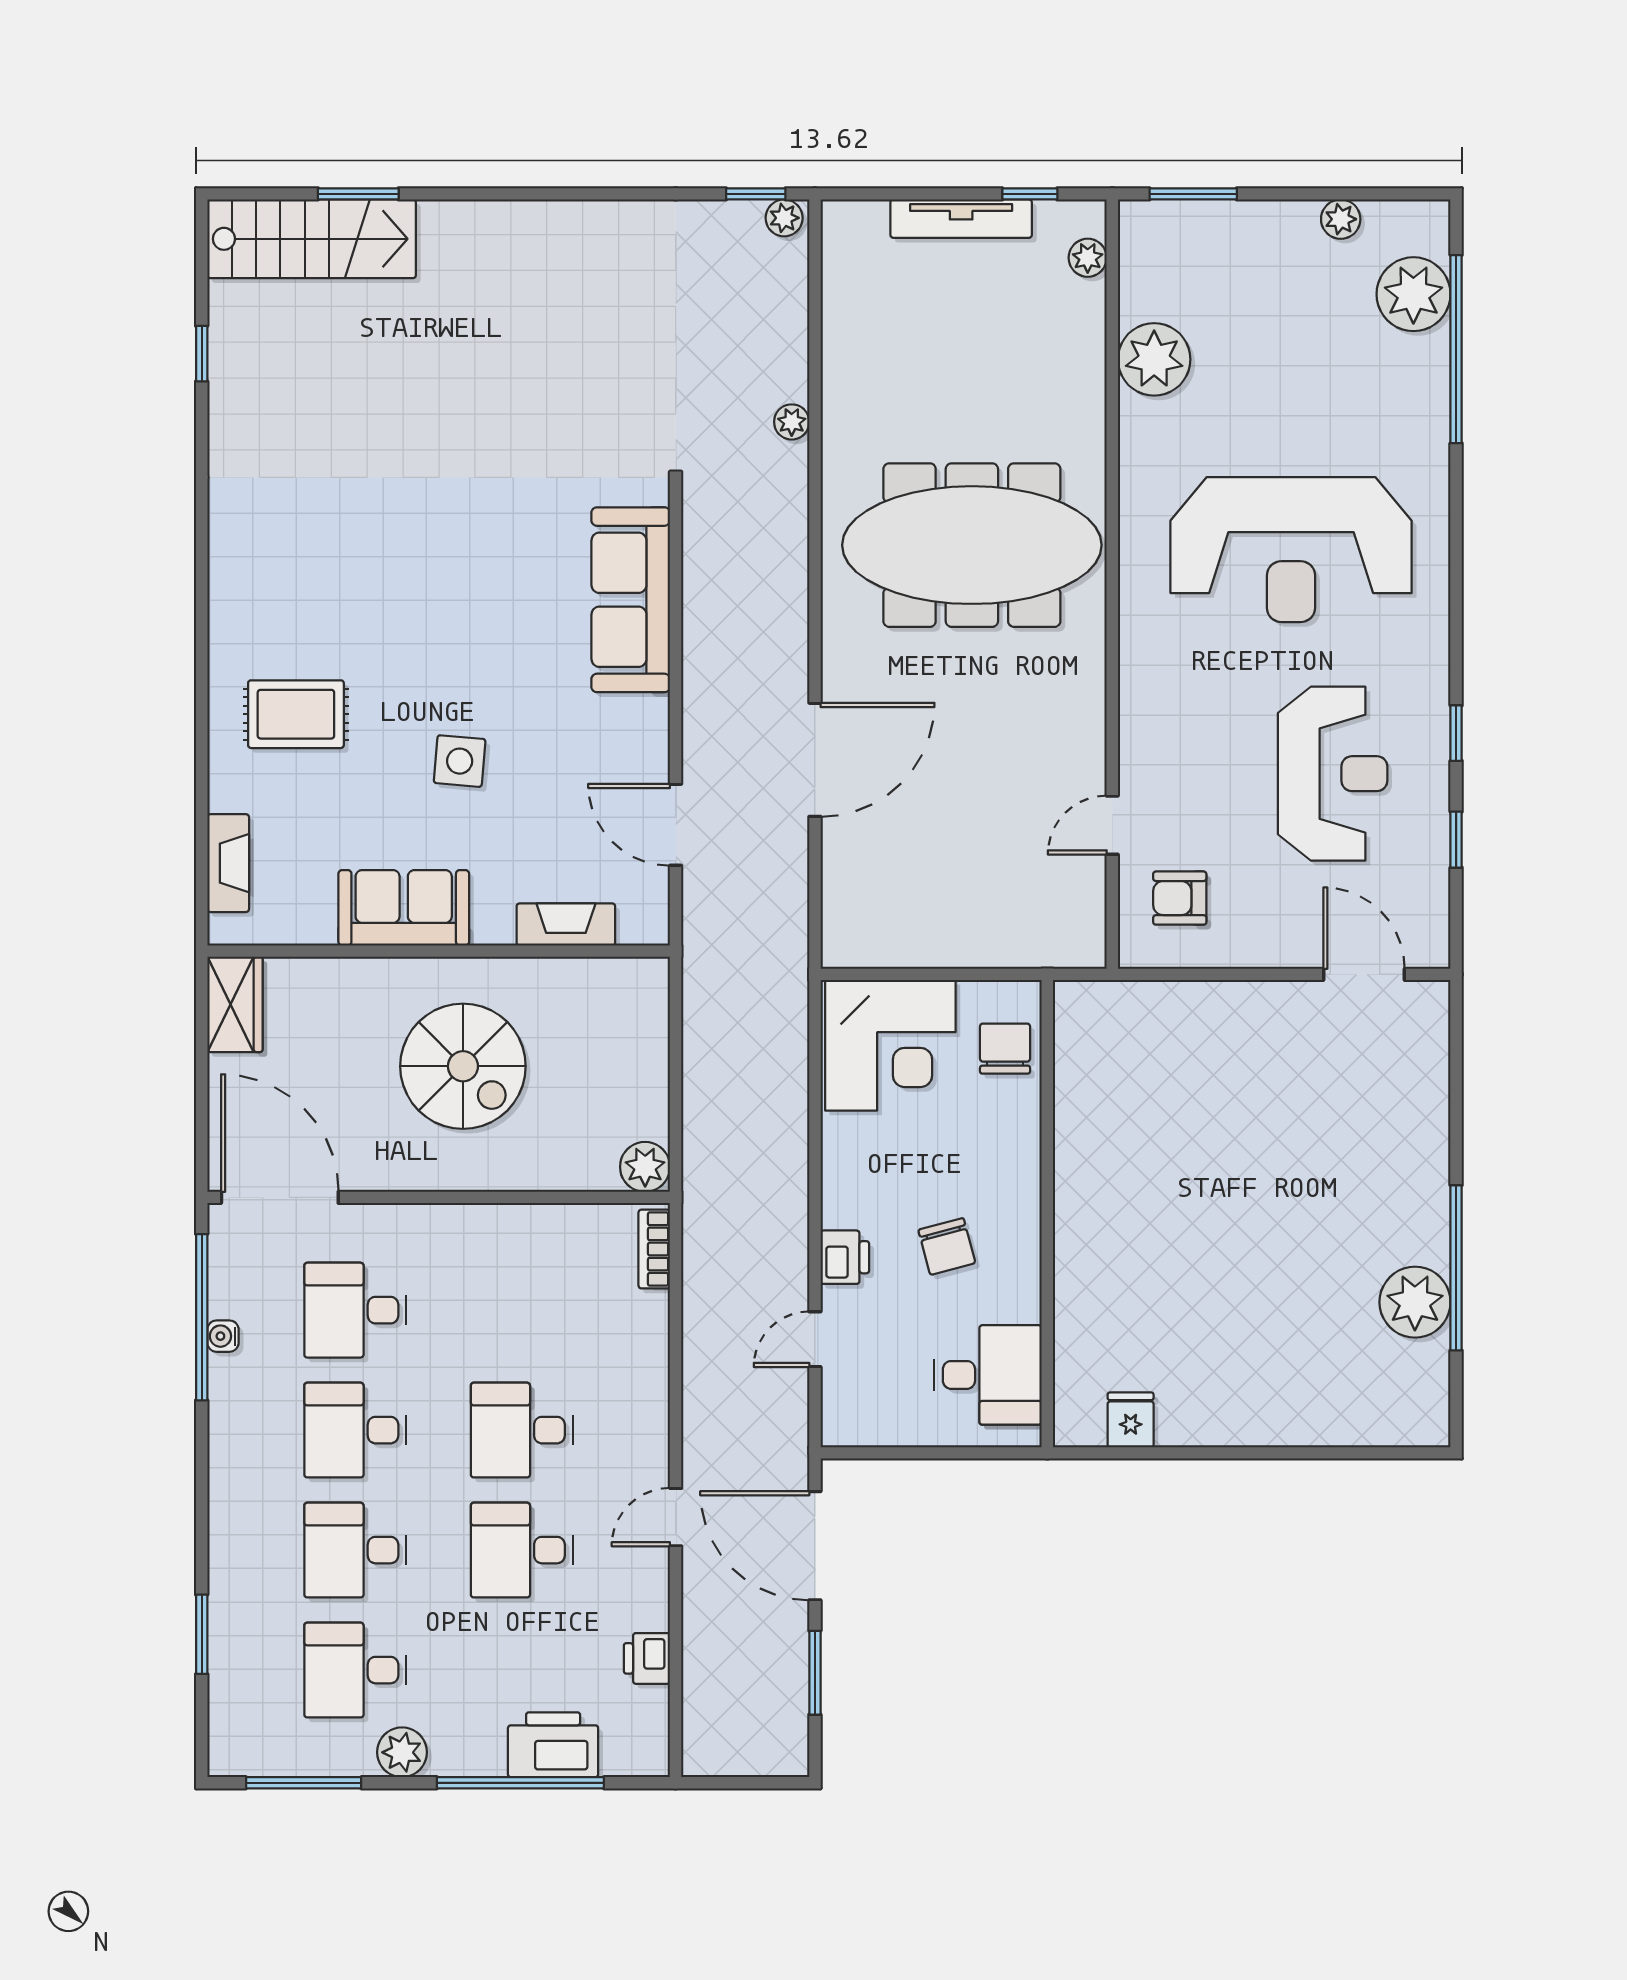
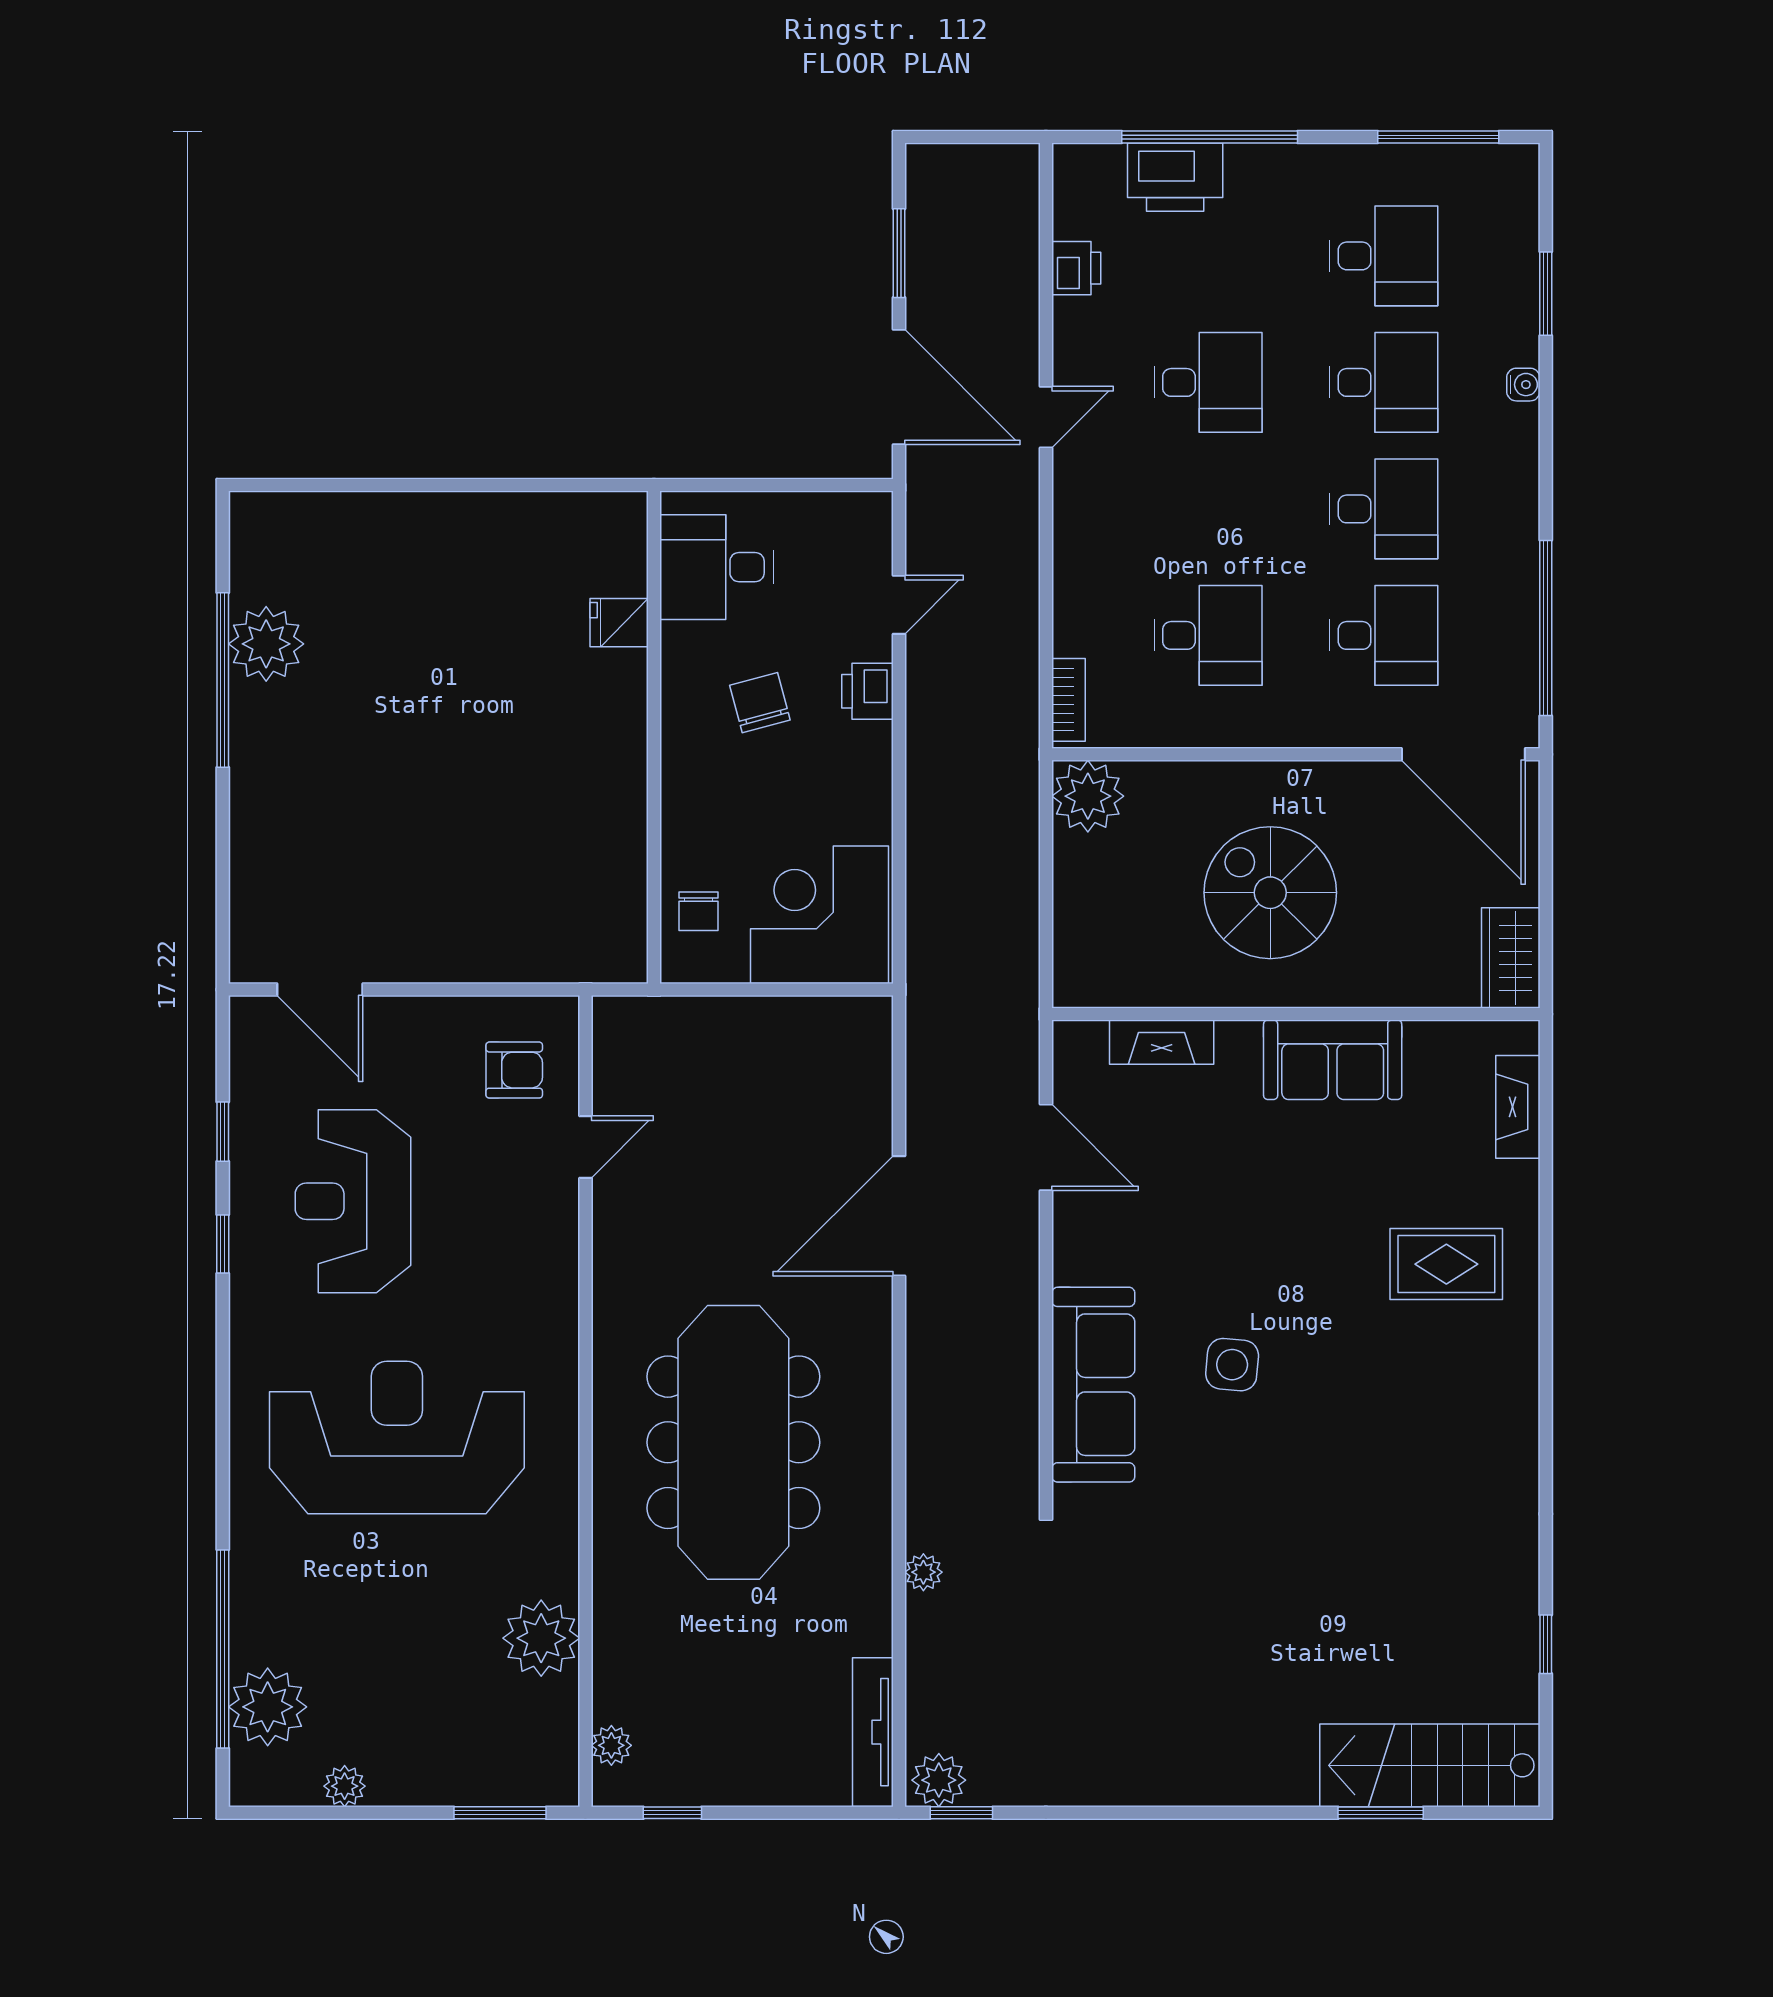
plant: (784, 218) -> (939, 1780), width x1.38, depth x1.38
tv unit: (961, 219) -> (873, 1732), moved, turned -90
meeting table: (972, 545) -> (733, 1442), turned 90
side table: (460, 761) -> (1232, 1365), moved
chair: (1005, 1049) -> (698, 911), width x0.73, depth x0.73
plant: (645, 1167) -> (1088, 796), width x1.36, depth x1.36
water cooler: (223, 1336) -> (1523, 385), moved
fridge: (1131, 1420) -> (619, 623), moved, turned 90
desk: (522, 1430) -> (1208, 635), moved
plant: (402, 1752) -> (1334, 169), removed

